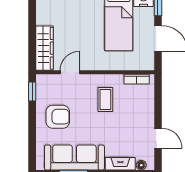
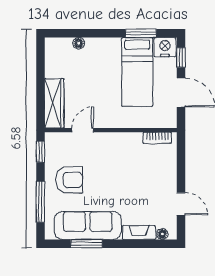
coffee table: (105, 100) -> (122, 161), removed
window: (32, 136) -> (40, 202), added

